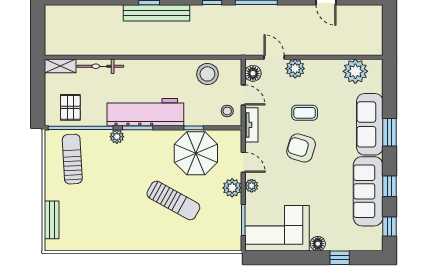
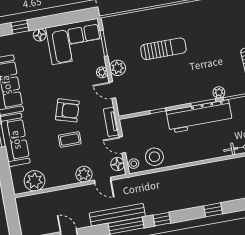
bench: (157, 13) -> (117, 215), moved
stool: (227, 111) -> (134, 164), moved
parasol: (196, 153) -> (152, 91), removed
sun lounger: (173, 200) -> (163, 49), turned 151

